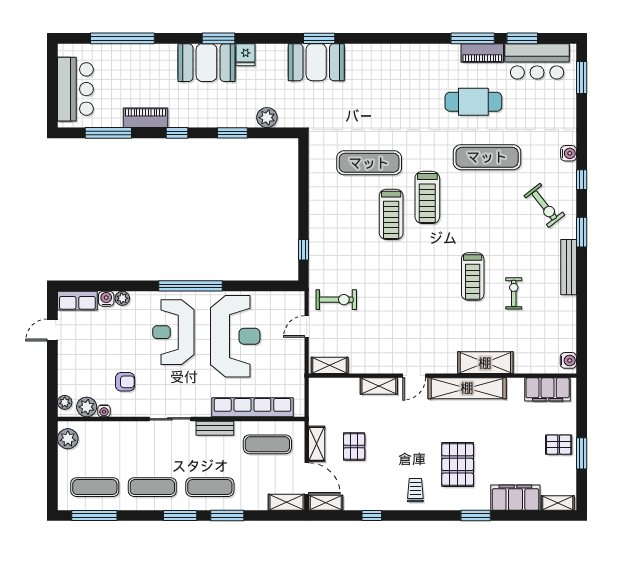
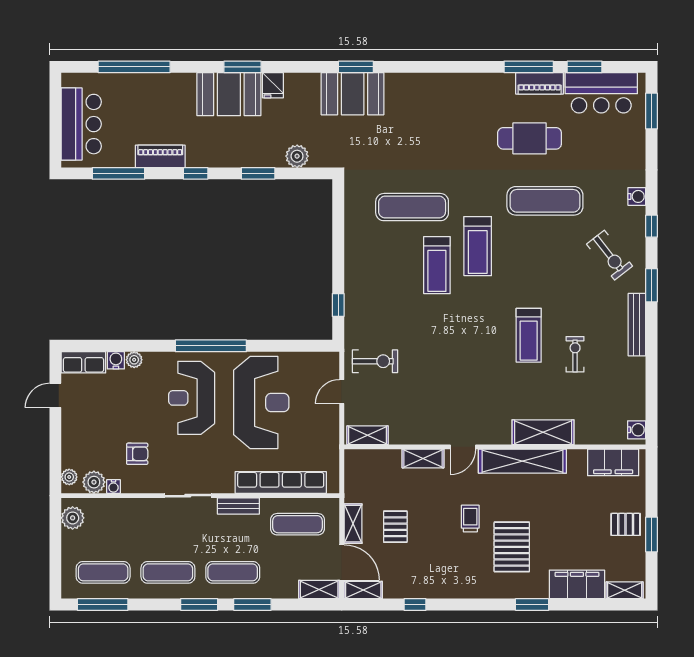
trolley: (415, 490) -> (470, 519), moved

